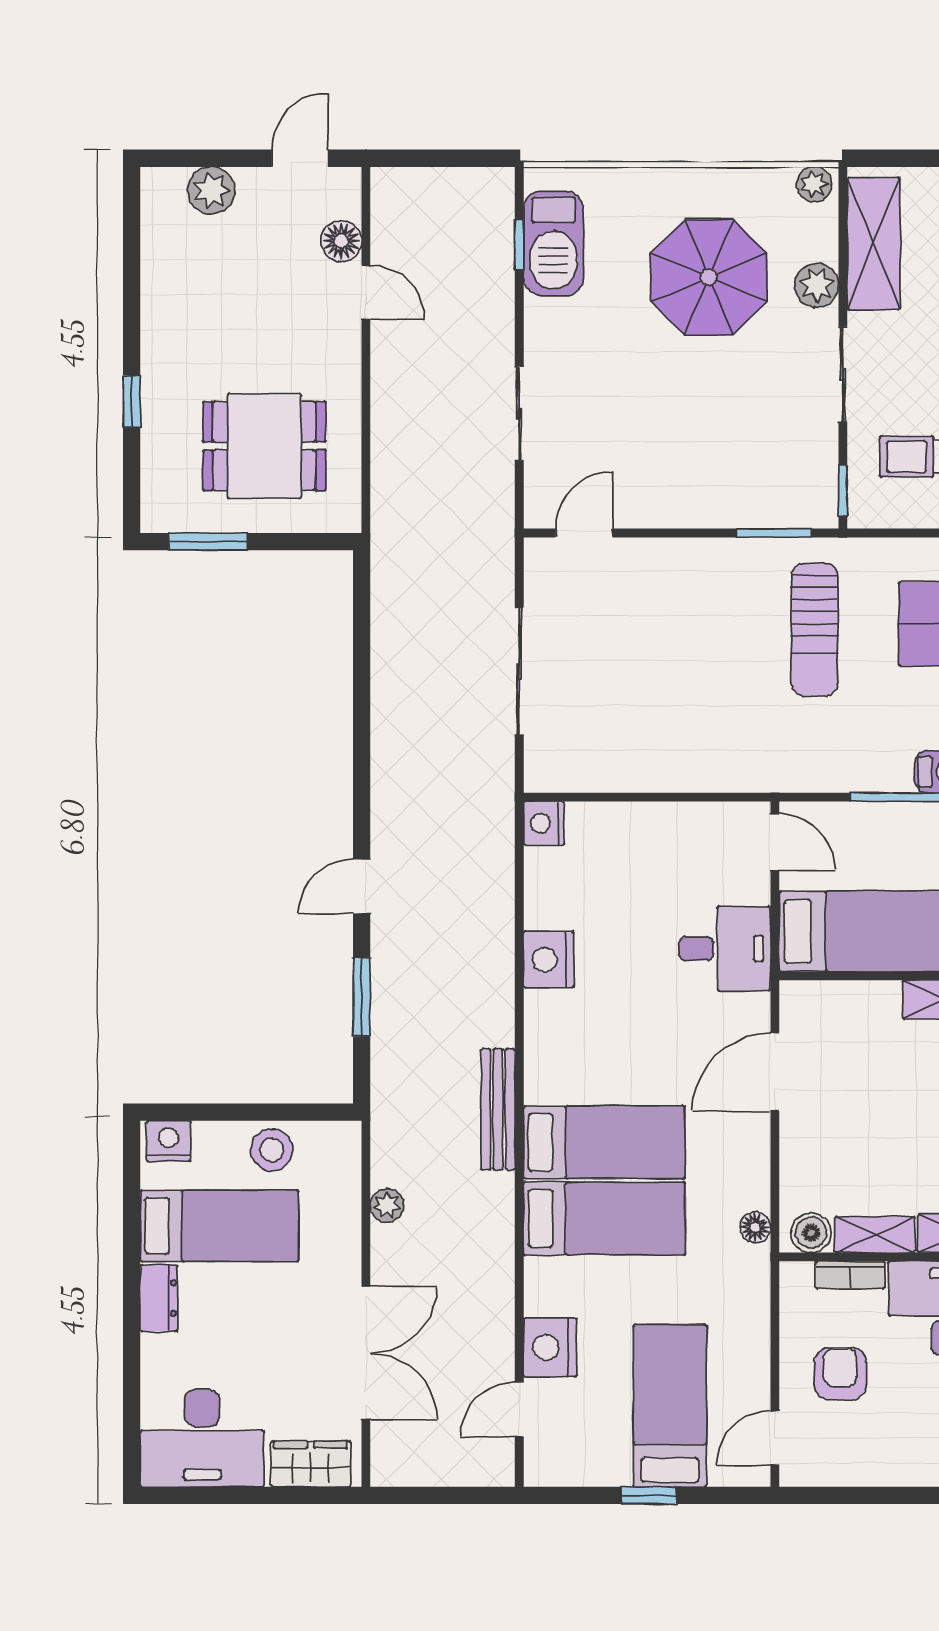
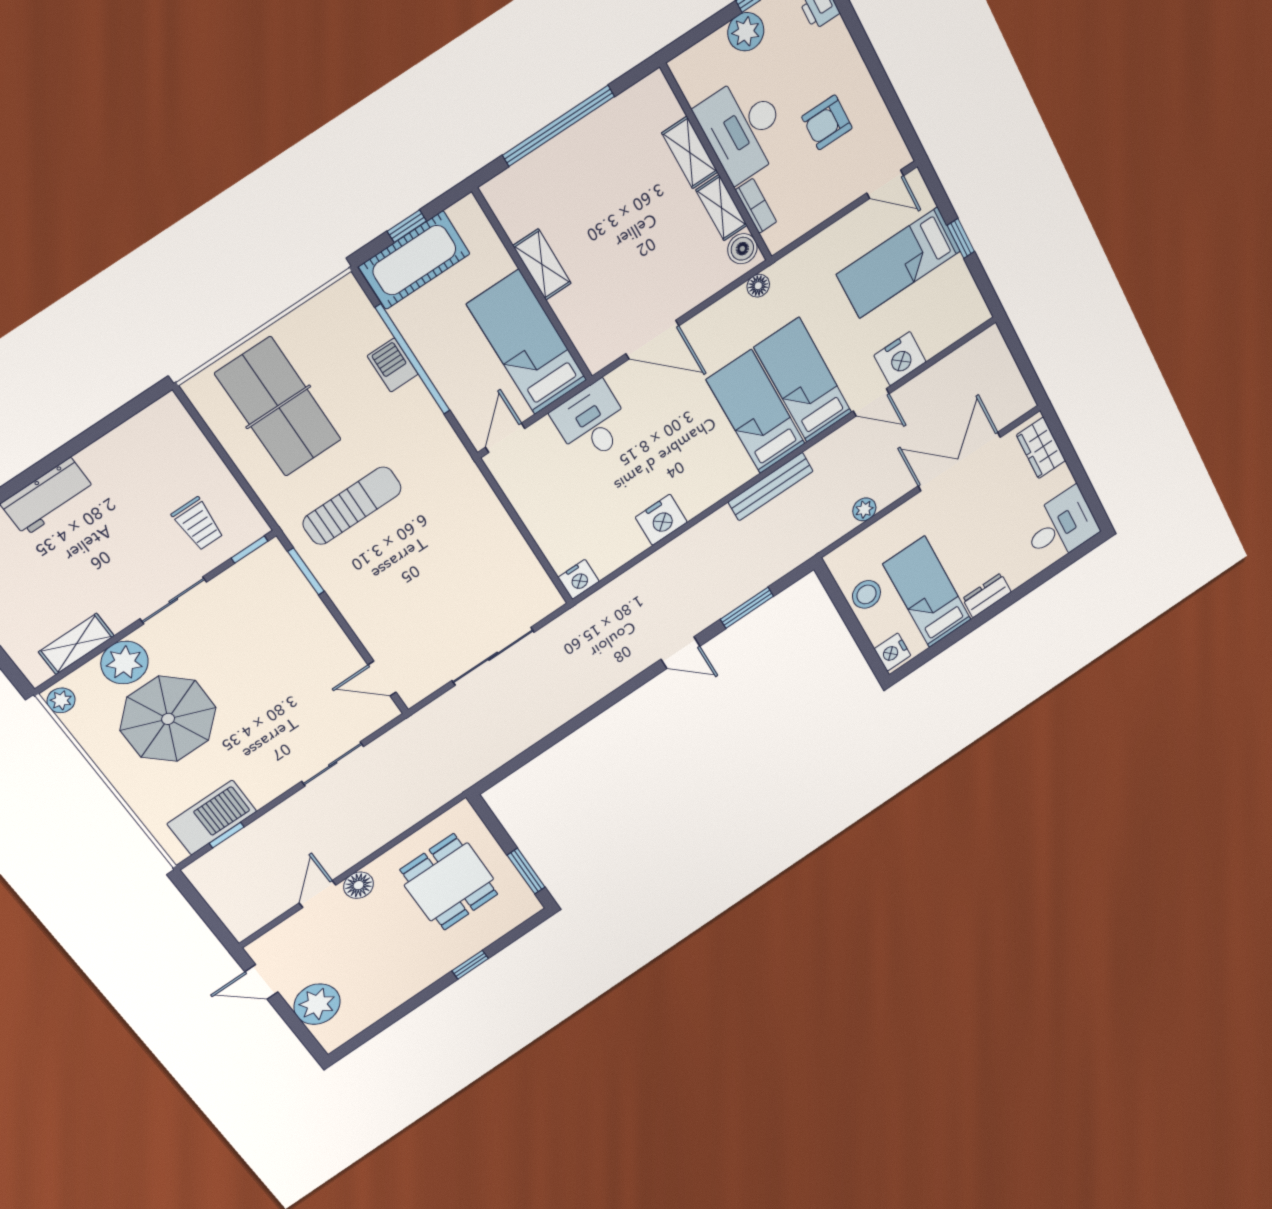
plant: (211, 190) -> (317, 1004), width x1.36, depth x1.36
floor lamp: (341, 241) -> (359, 885), moved
shelving: (874, 244) -> (76, 644), width x0.67, depth x0.75
plant: (817, 285) -> (124, 663), width x1.36, depth x1.36
armchair: (840, 1374) -> (827, 122), moved
door: (519, 1410) -> (871, 402), moved
desk: (202, 1438) -> (1061, 526), width x0.73

